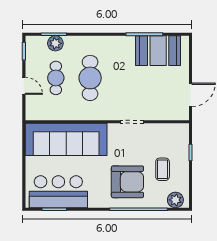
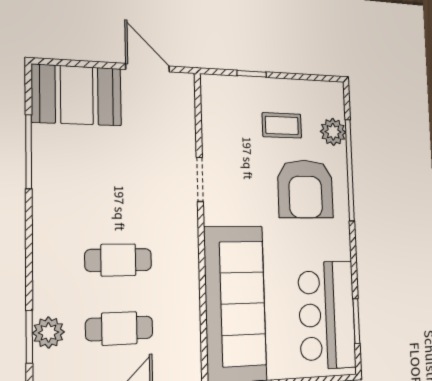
booth: (158, 51) -> (77, 95), moved, turned 90
cafe table: (90, 78) -> (118, 260), width x0.73, depth x0.74
armchair: (127, 182) -> (305, 189), turned 180
plant: (175, 200) -> (333, 132), moved

